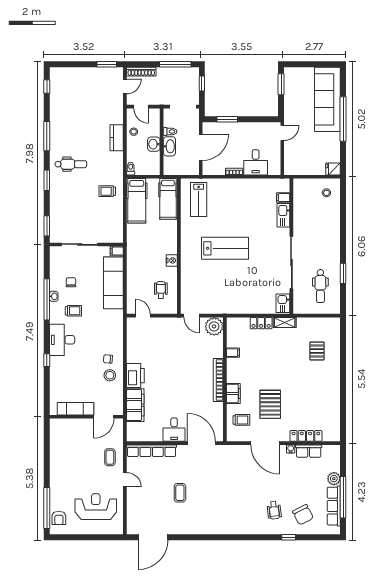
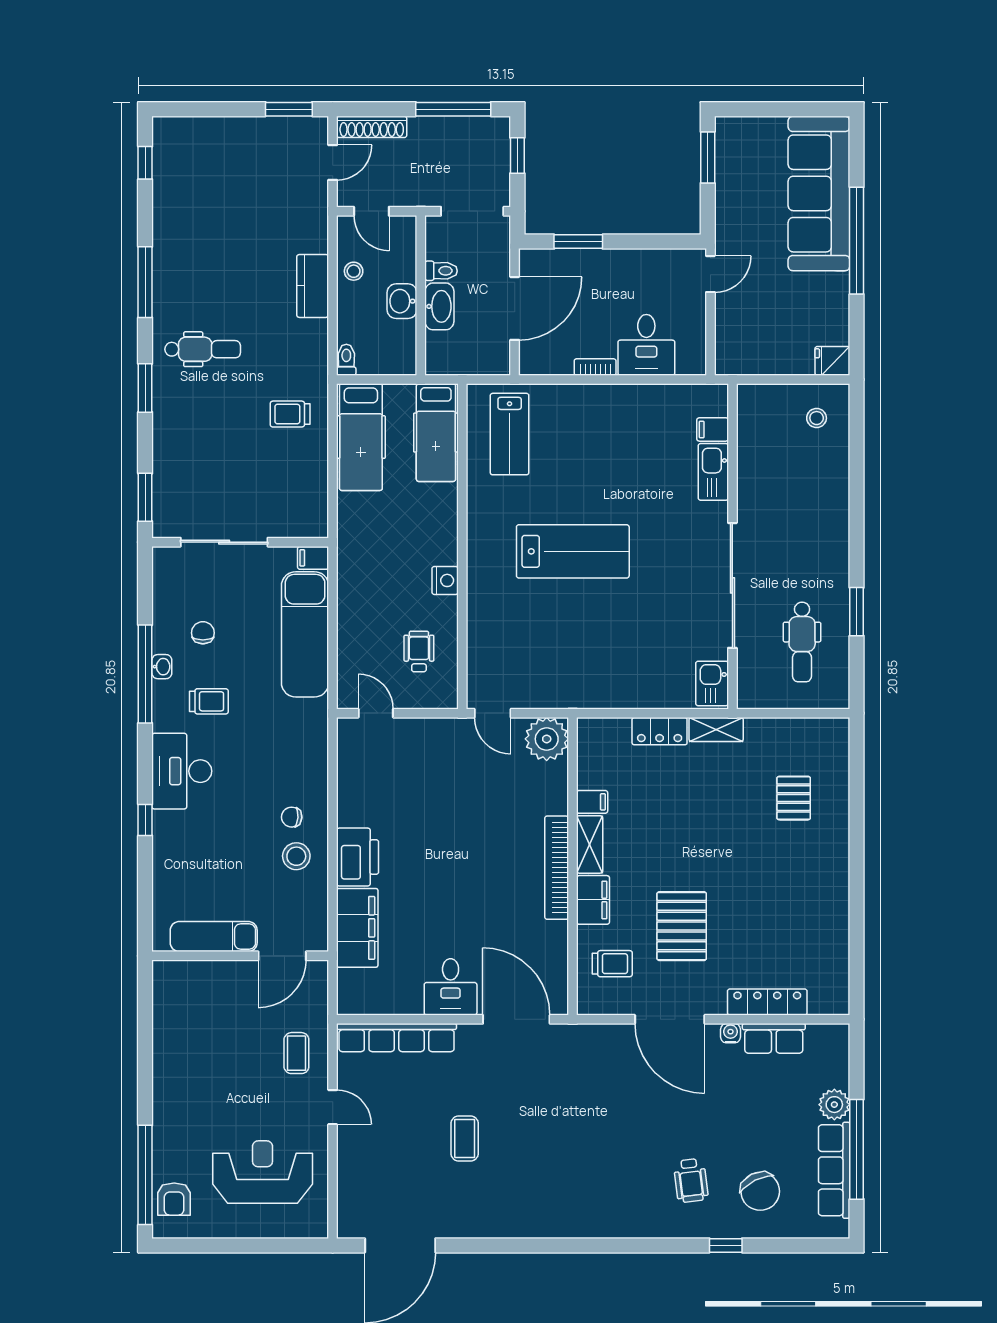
shelving: (232, 370) -> (590, 844), added

